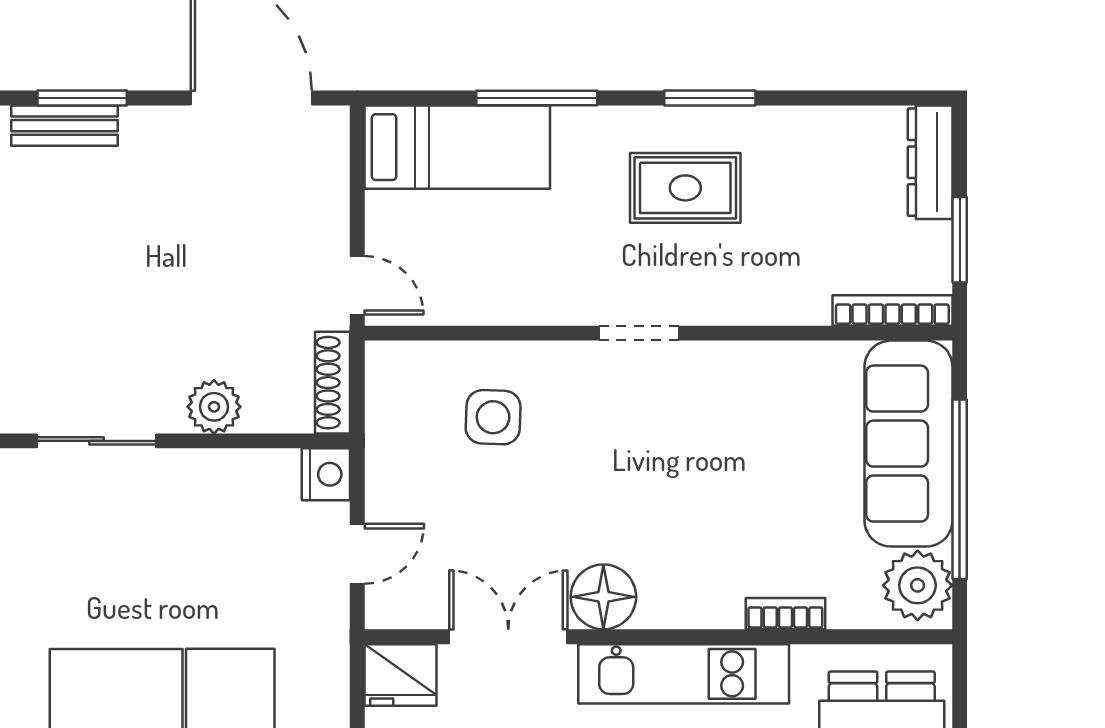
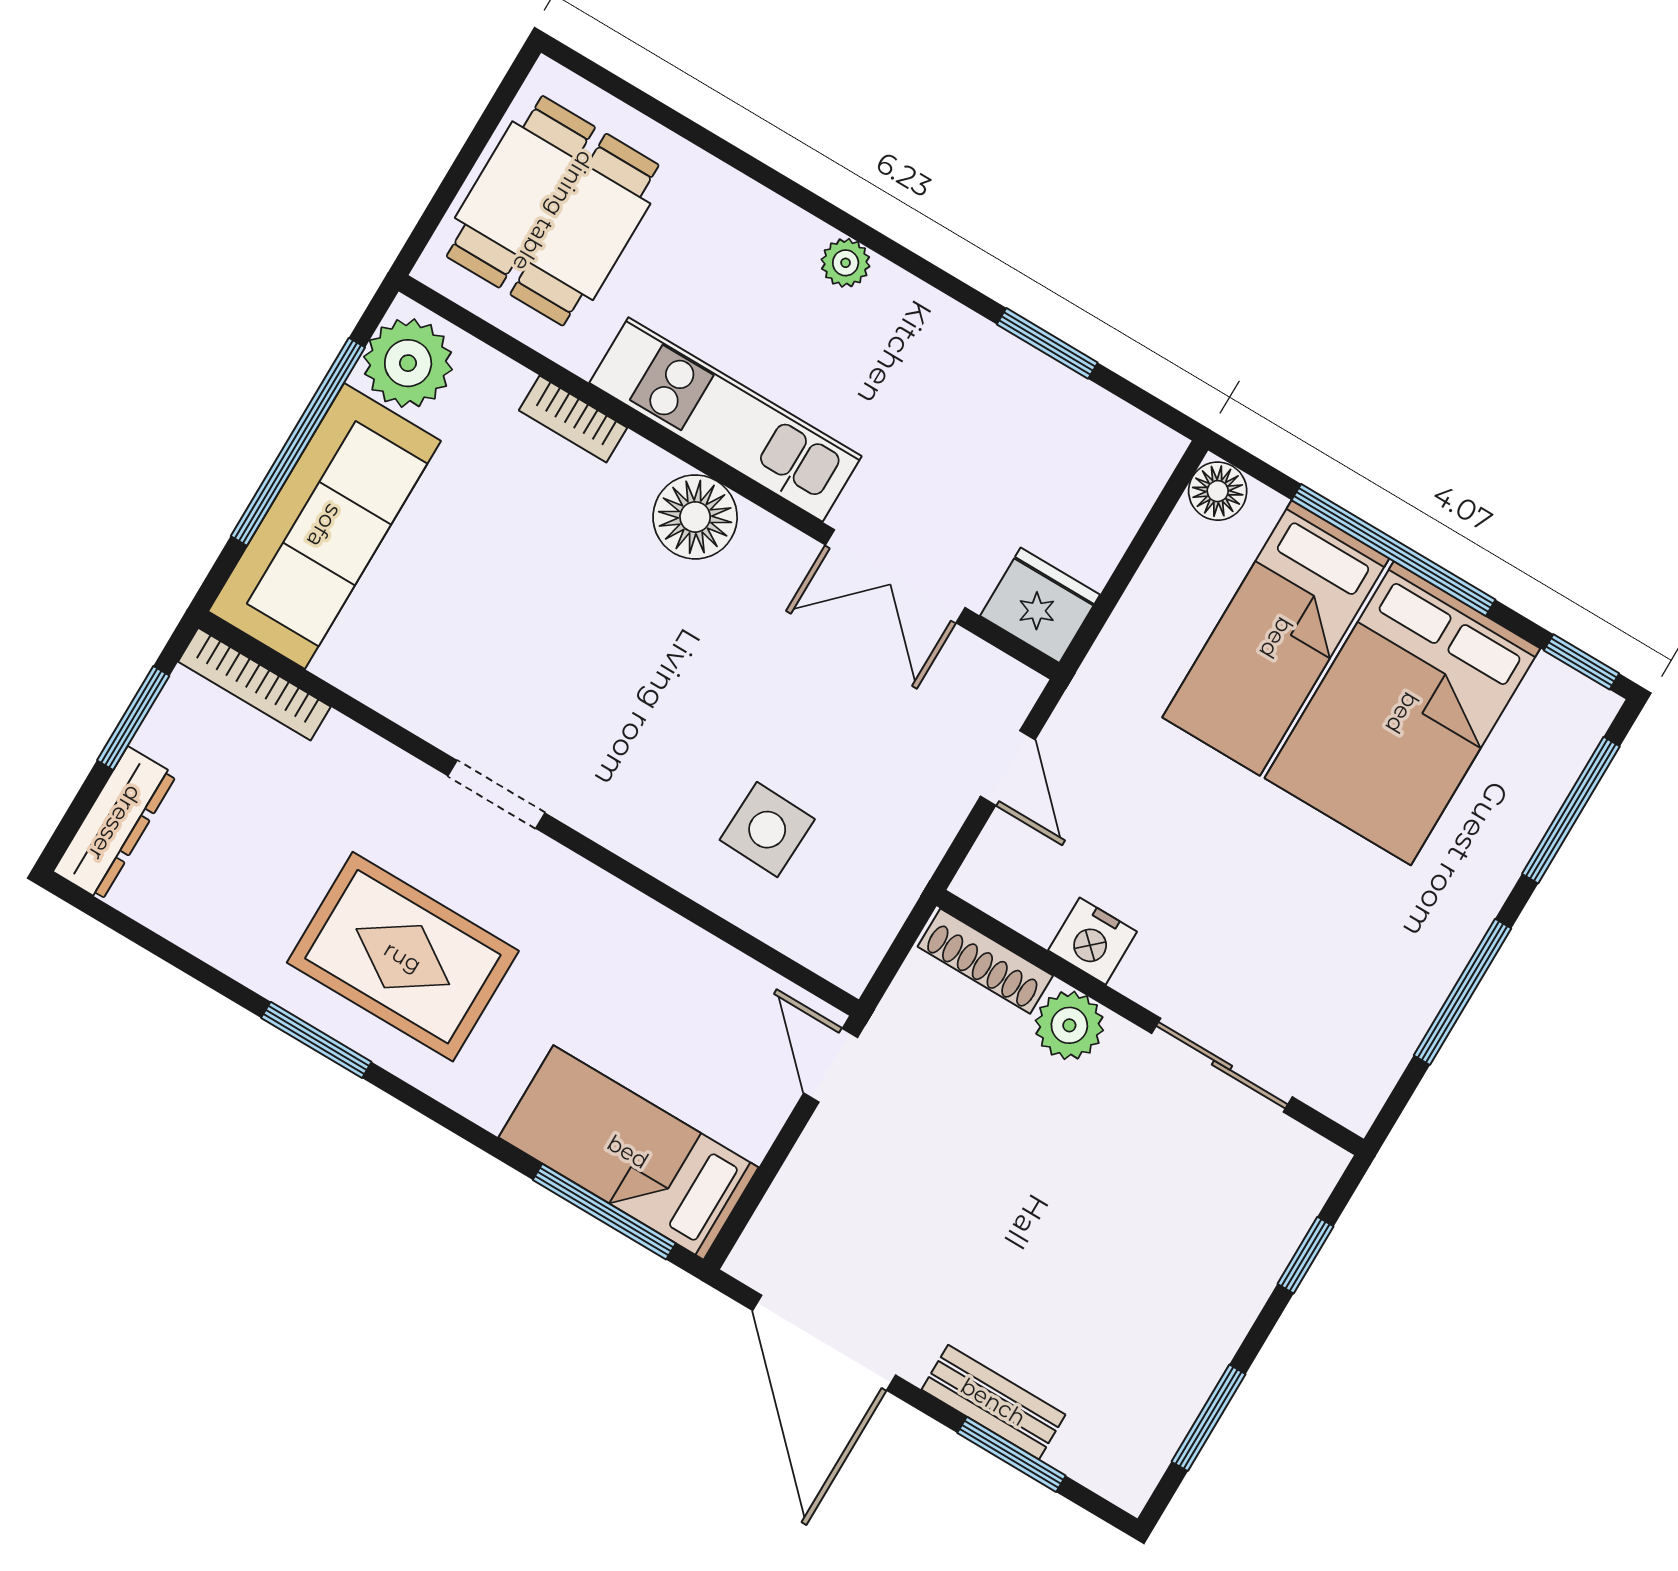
window: (537, 98) -> (604, 1212), moved
bench: (64, 126) -> (993, 1402), moved
rug: (685, 188) -> (403, 957), width x1.36, depth x1.43
doorway: (639, 333) -> (496, 794), moved
shoe rack: (333, 383) -> (985, 961), moved, turned 90
nightstand: (326, 474) -> (1093, 941), moved, turned -90
door: (357, 554) -> (1008, 768), swing flipped
floor lamp: (603, 597) -> (695, 517), moved

